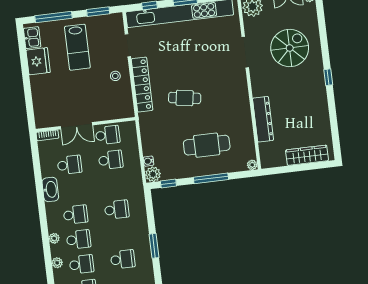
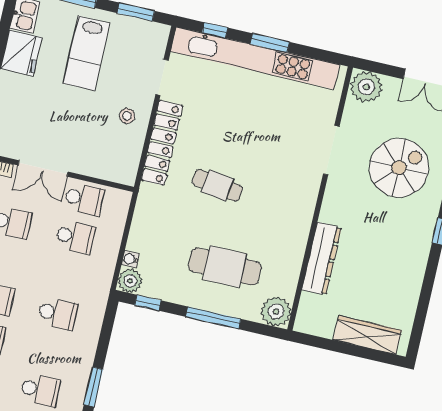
plant: (252, 165) -> (276, 312), width x1.87, depth x1.87

